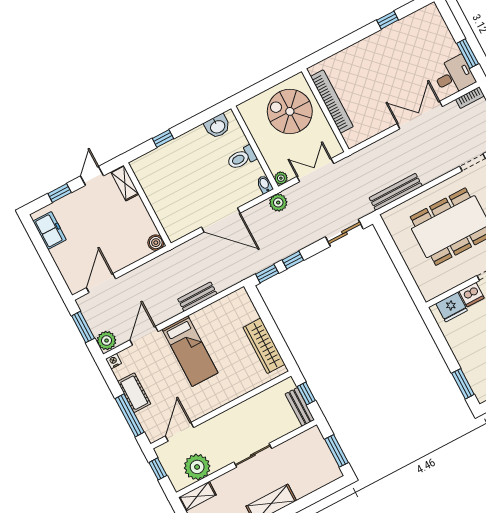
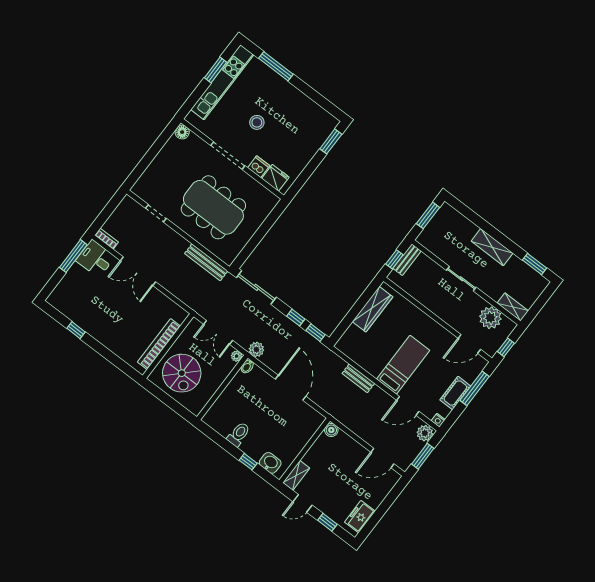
window: (468, 54) -> (73, 256), width x1.44
washbasin: (217, 126) -> (270, 463), moved
toilet: (242, 158) -> (239, 434), moved, turned -90
sliding door: (344, 233) -> (256, 287), width x1.37

